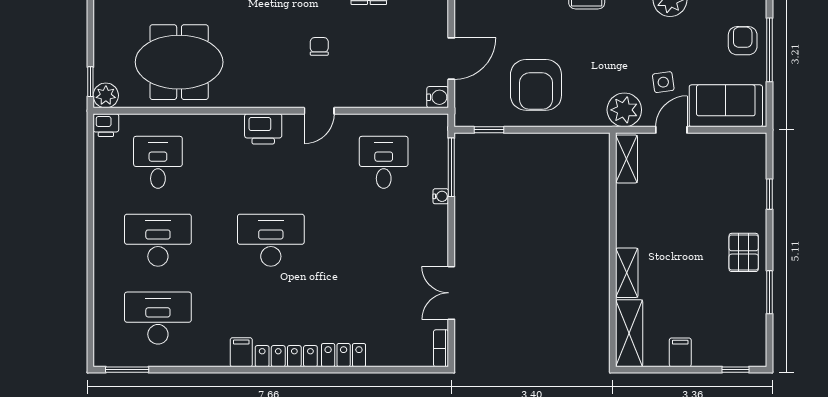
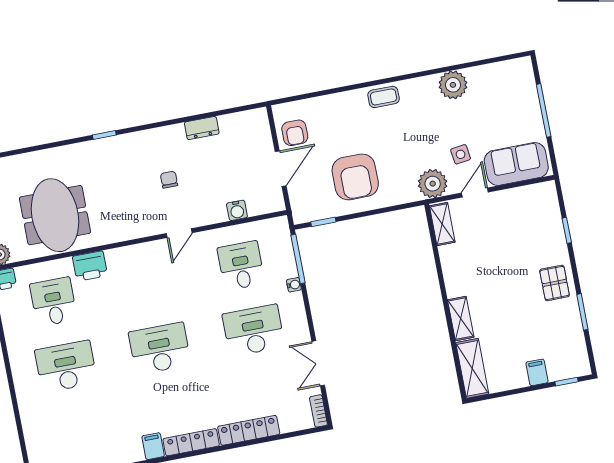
armchair: (743, 41) -> (295, 133), moved, turned 180
meeting table: (179, 62) -> (55, 215), turned 90
water cooler: (438, 97) -> (237, 210), moved, turned 90
printer: (263, 129) -> (90, 266), moved
desk: (158, 318) -> (254, 330), moved
filing cabinet: (680, 352) -> (537, 372), moved
locker: (344, 355) -> (249, 430), width x1.53

